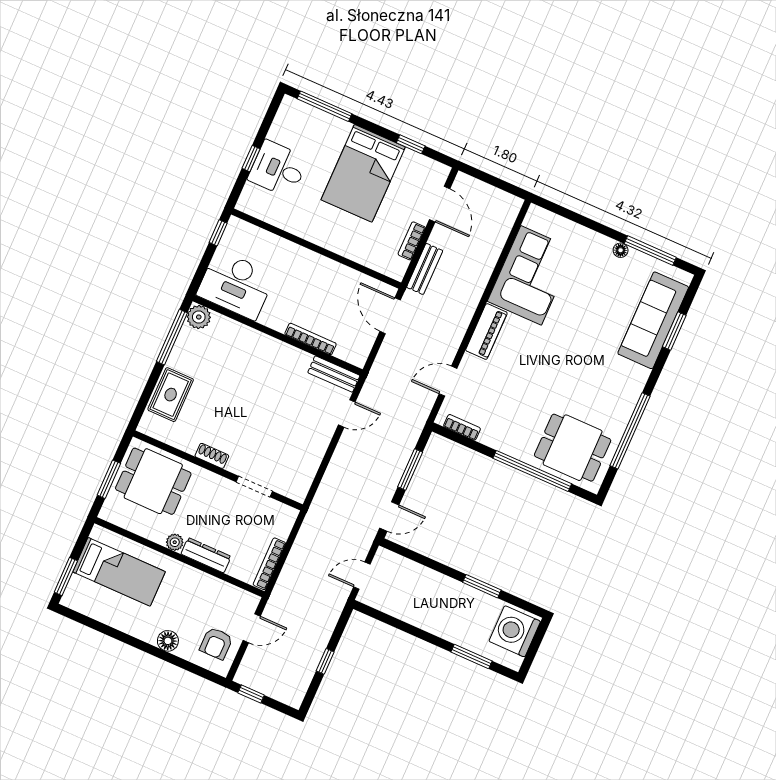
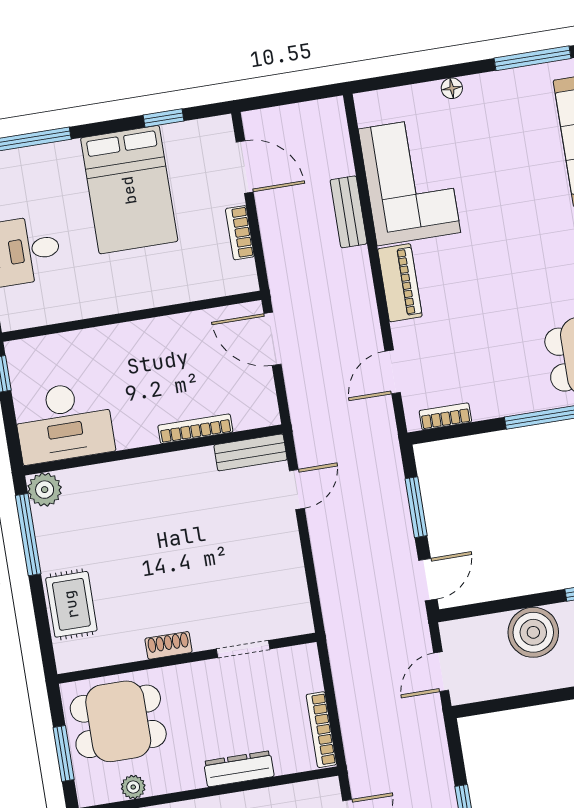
floor lamp: (621, 250) -> (452, 88), moved
bench: (425, 269) -> (349, 212), moved
plant: (175, 542) -> (133, 787), moved
boiler: (431, 588) -> (533, 632), added

